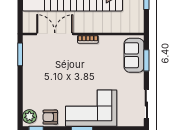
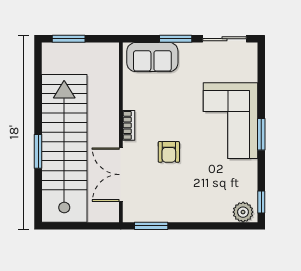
window: (146, 60) -> (176, 39), moved
armchair: (50, 117) -> (169, 152), moved

